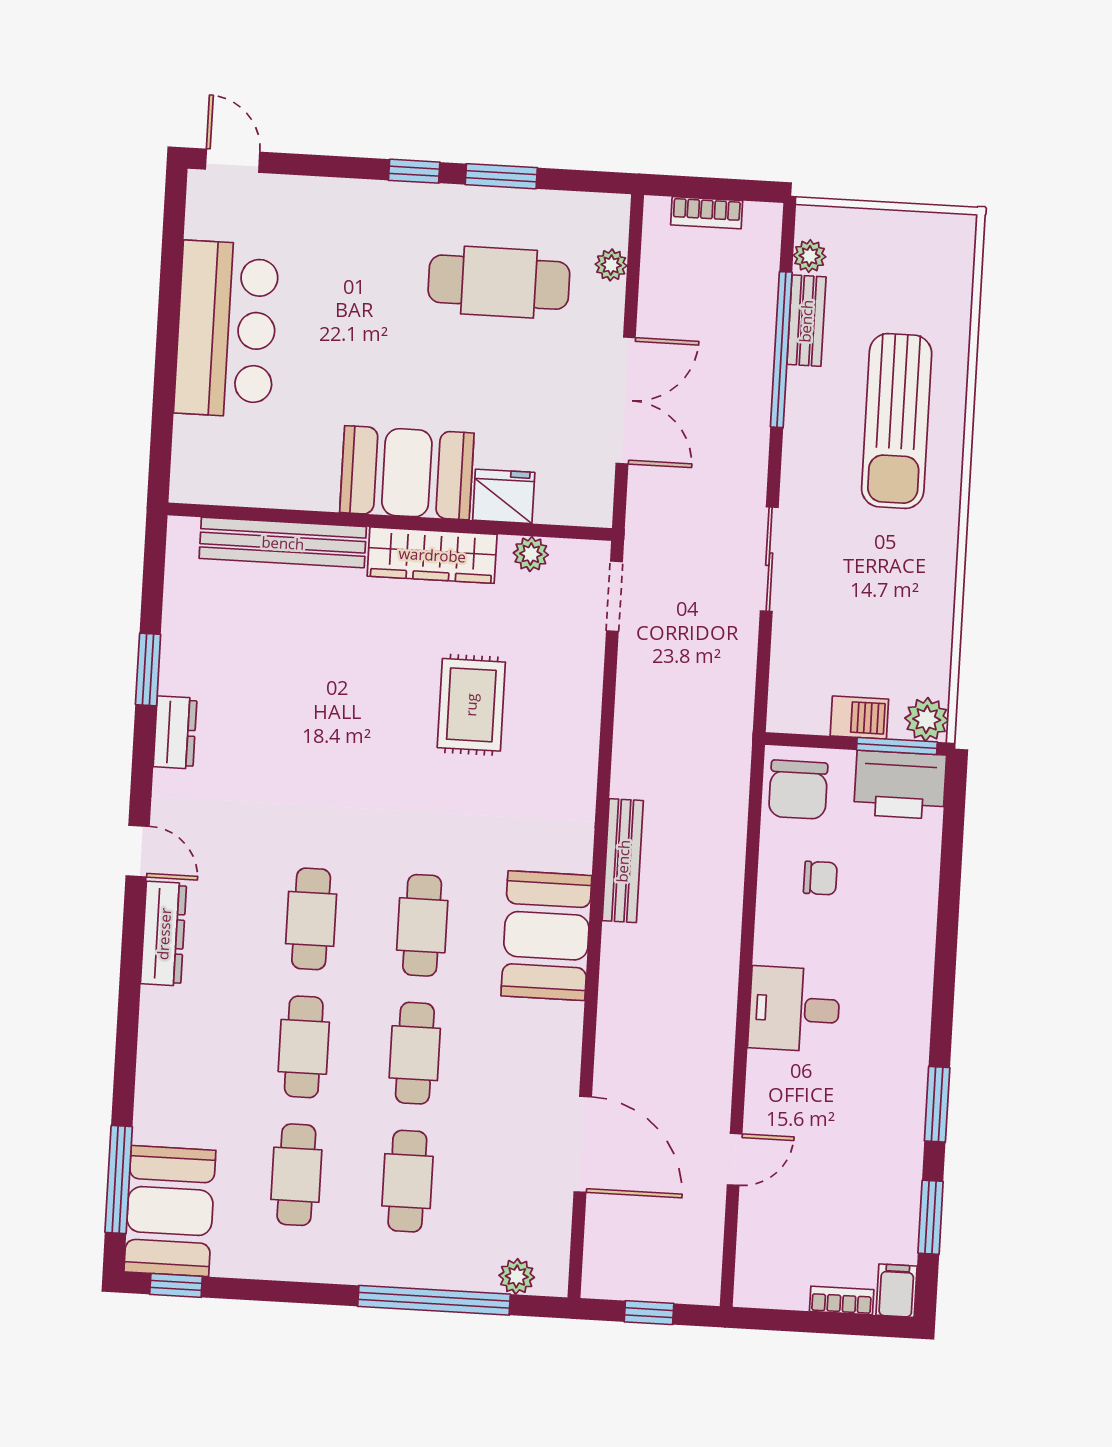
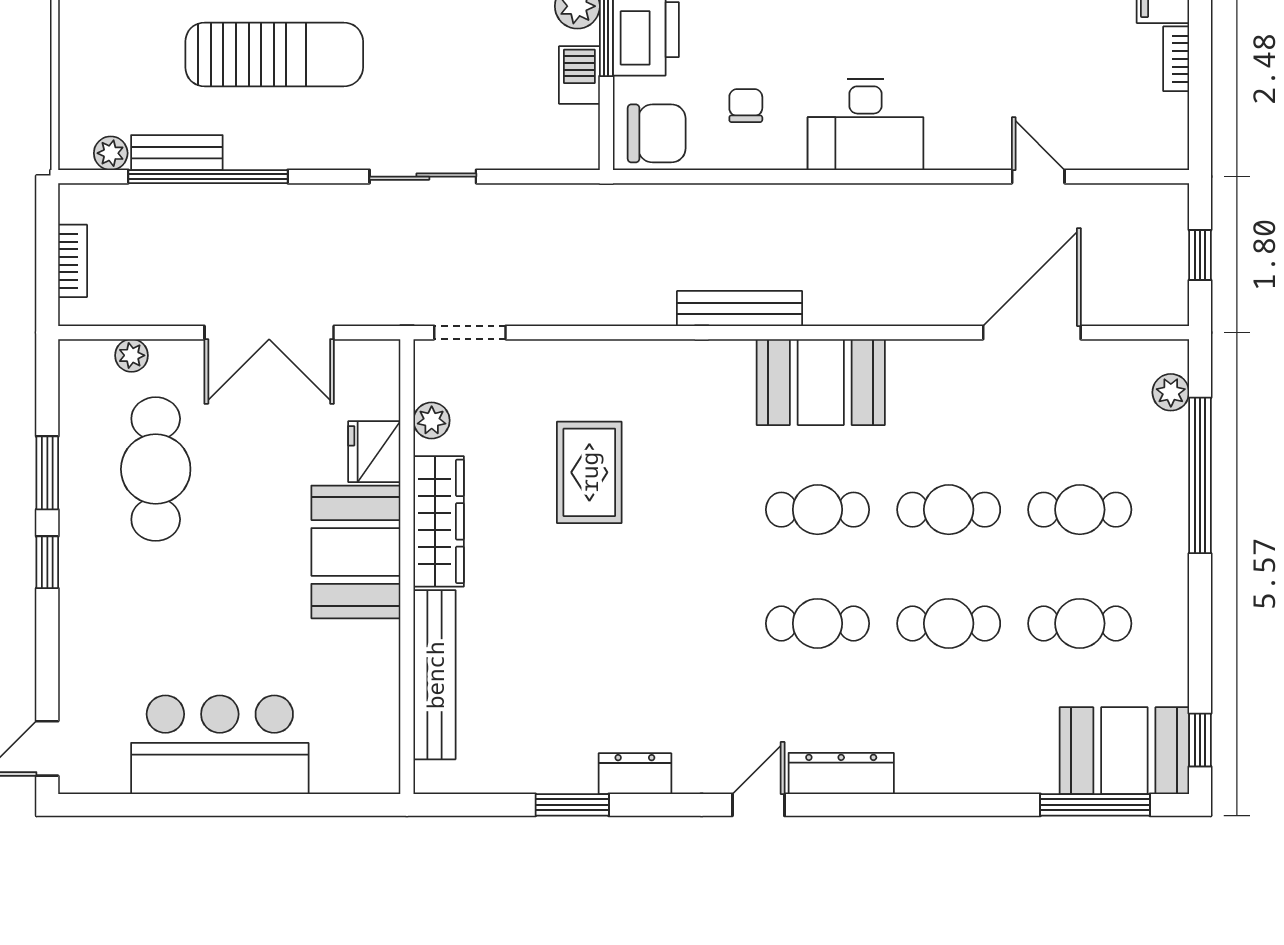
double door: (626, 400) -> (269, 333), swing flipped
rug: (471, 705) -> (589, 472), turned 90
desk: (794, 1009) -> (866, 125), width x1.37

